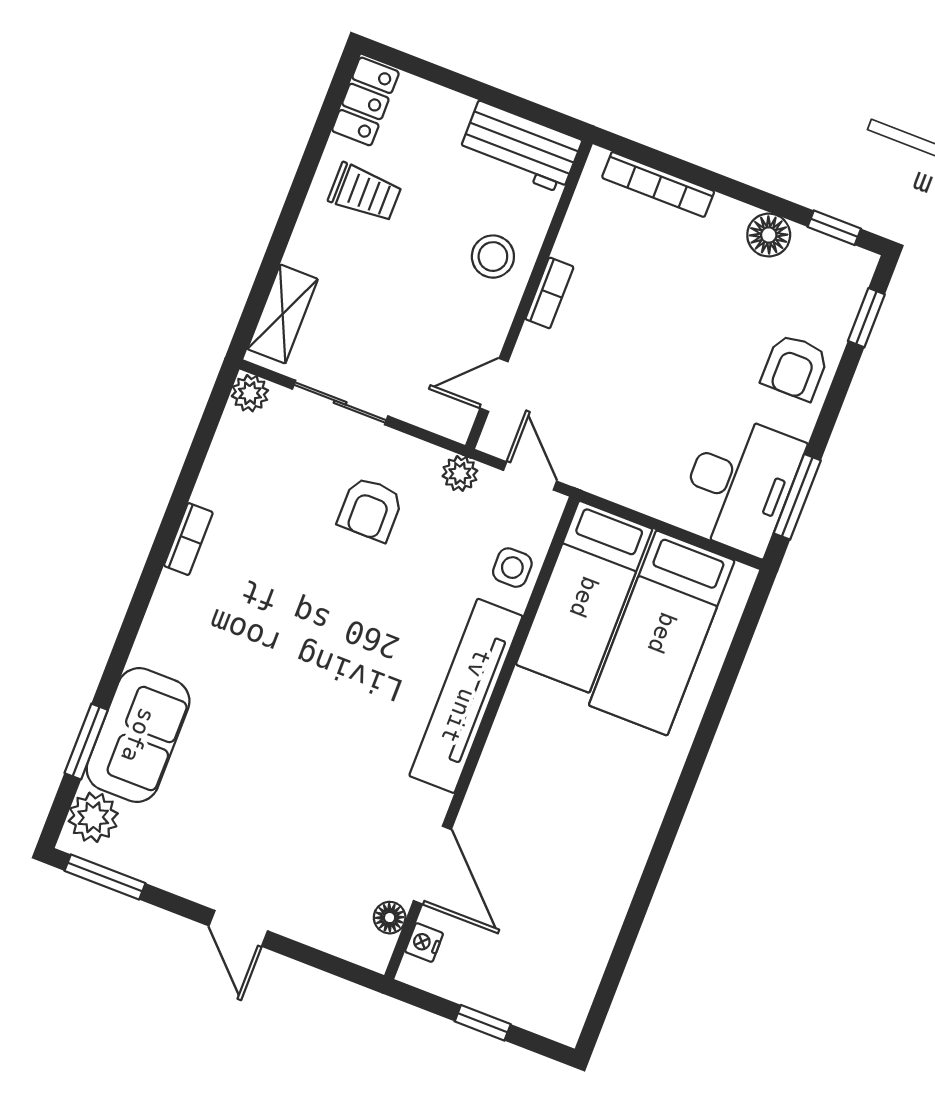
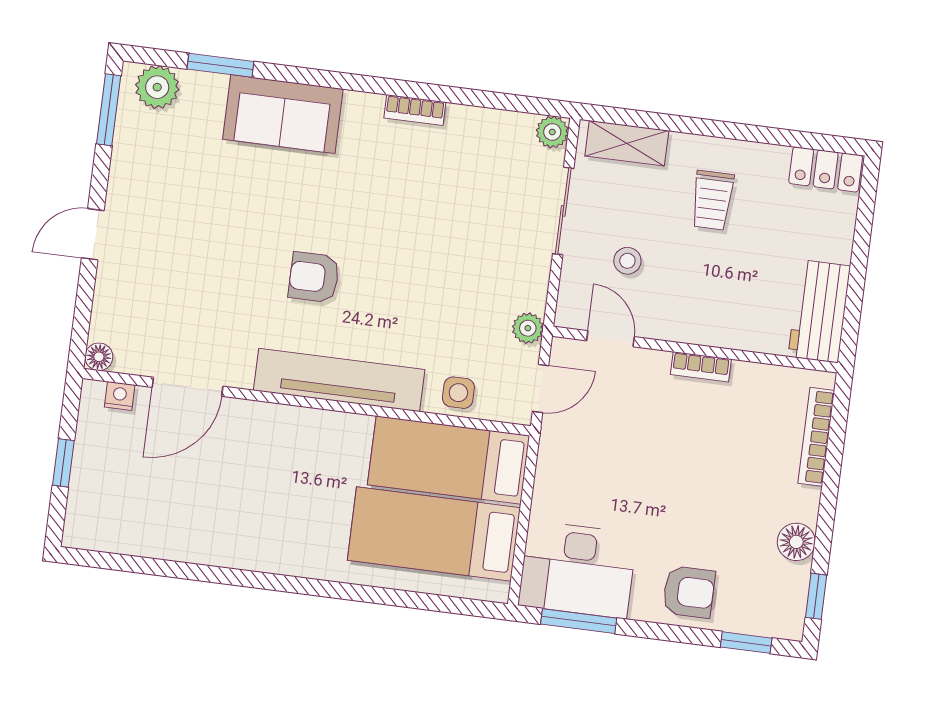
trolley: (365, 193) -> (712, 200), moved
stool: (493, 257) -> (627, 261), moved, width x0.73, depth x0.73
armchair: (795, 367) -> (689, 592), turned 180
armchair: (370, 509) -> (314, 277), moved
sofa: (138, 735) -> (283, 114), moved
floor lamp: (390, 918) -> (99, 357), moved

